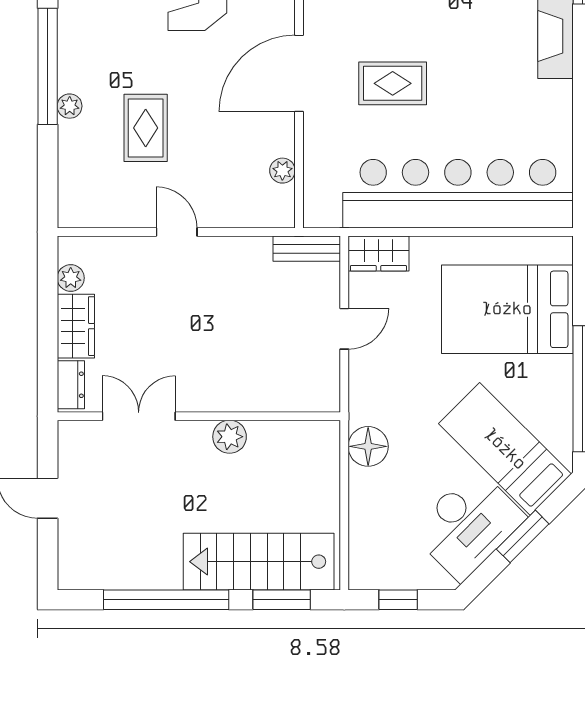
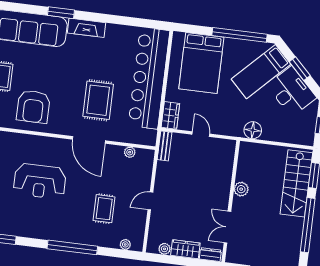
rug: (393, 83) -> (98, 100), width x1.36, depth x1.43
plant: (70, 106) -> (125, 244), moved
rug: (146, 128) -> (104, 209), turned 90

